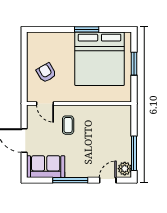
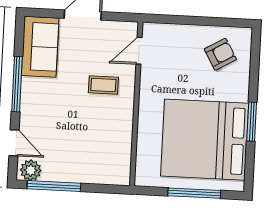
window: (134, 64) -> (194, 193), width x1.44
armchair: (46, 73) -> (220, 54), moved

